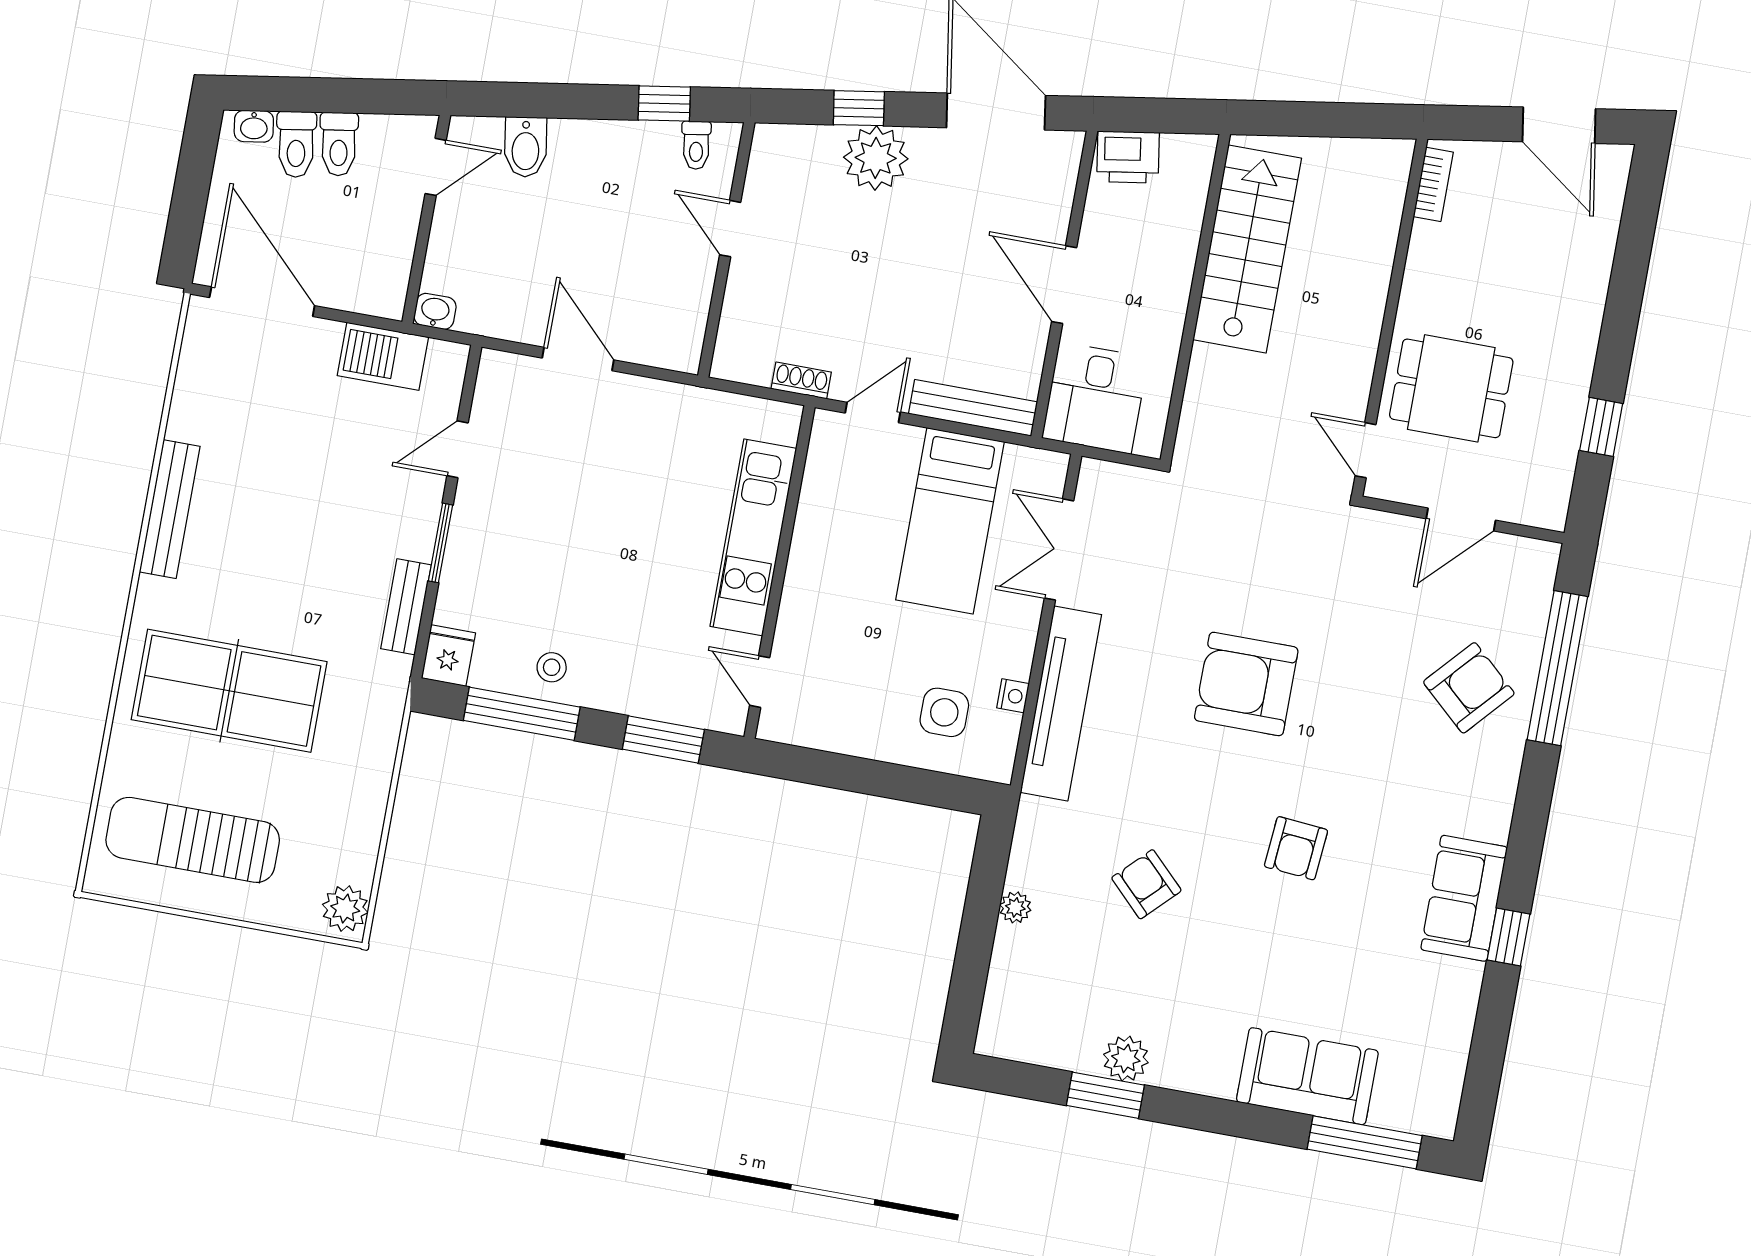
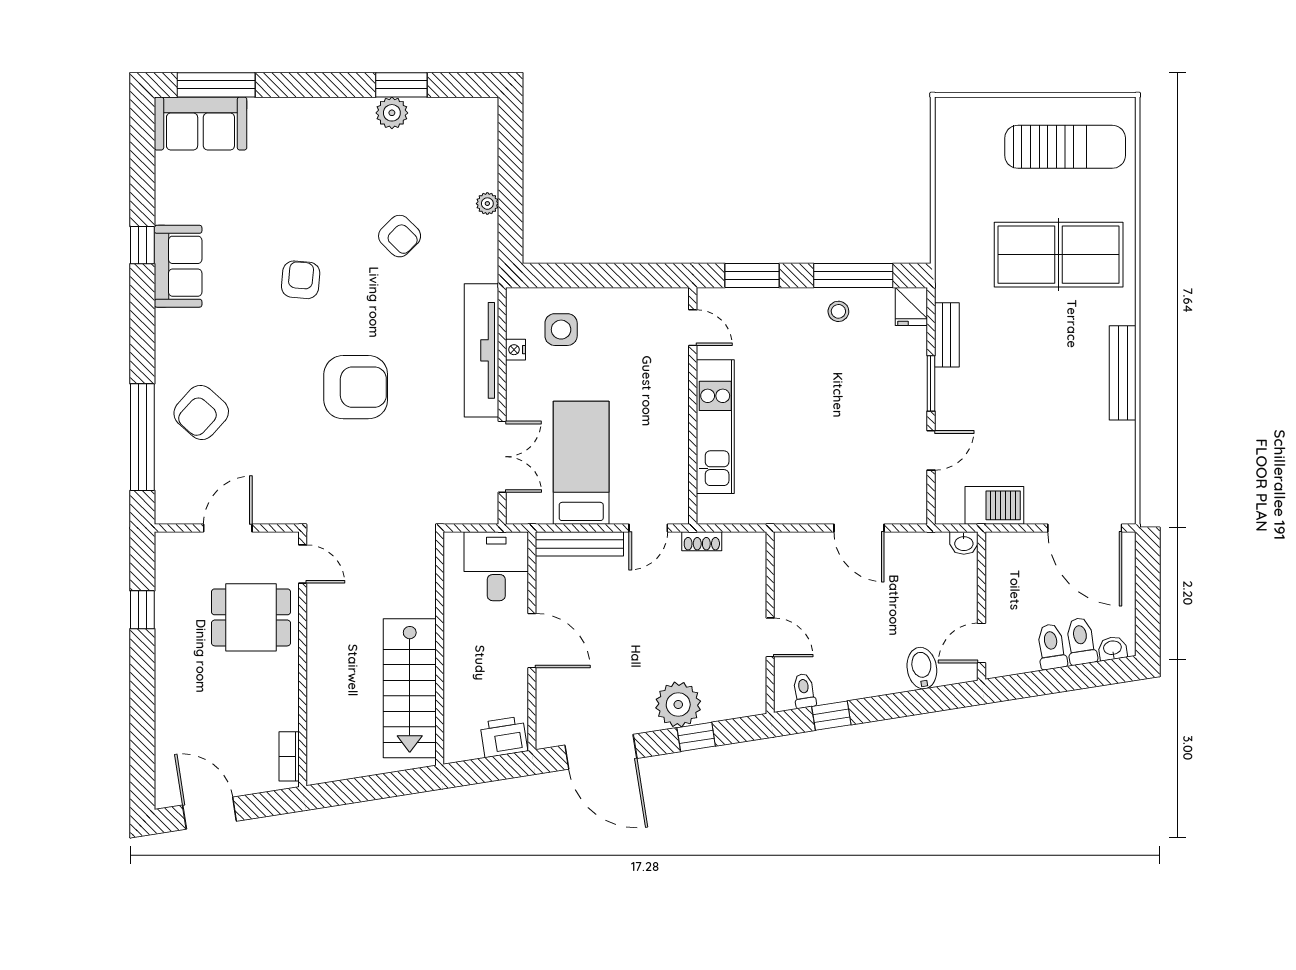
plant: (345, 909) -> (951, 118), removed
sofa: (1307, 1076) -> (200, 123), moved

